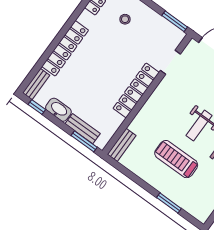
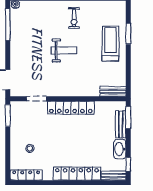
treadmill: (176, 159) -> (110, 44), moved, turned 180

